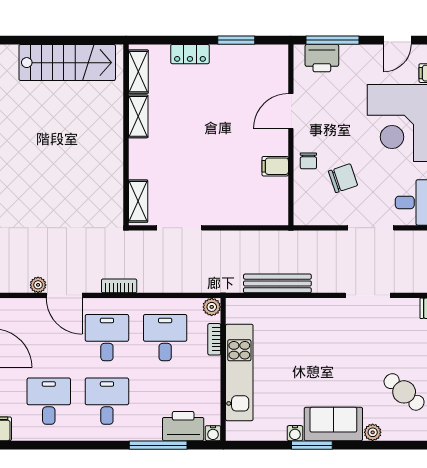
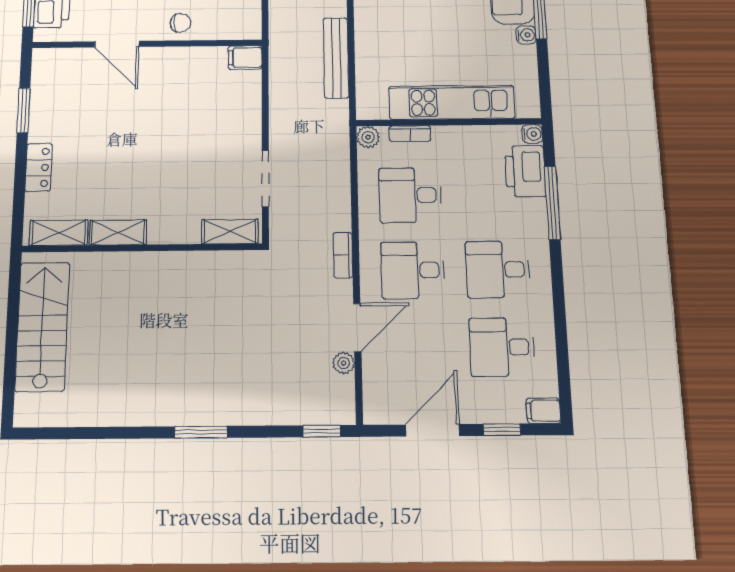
filing cabinet: (275, 166) -> (245, 58), moved, turned 90

